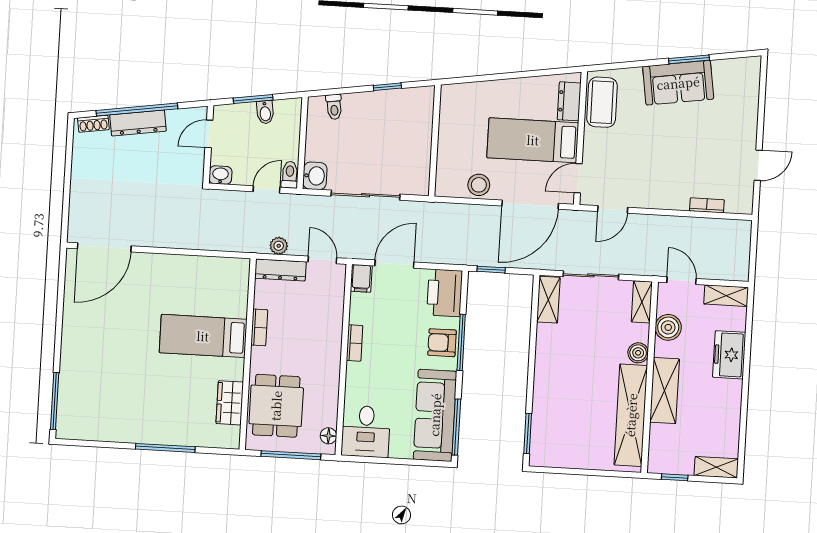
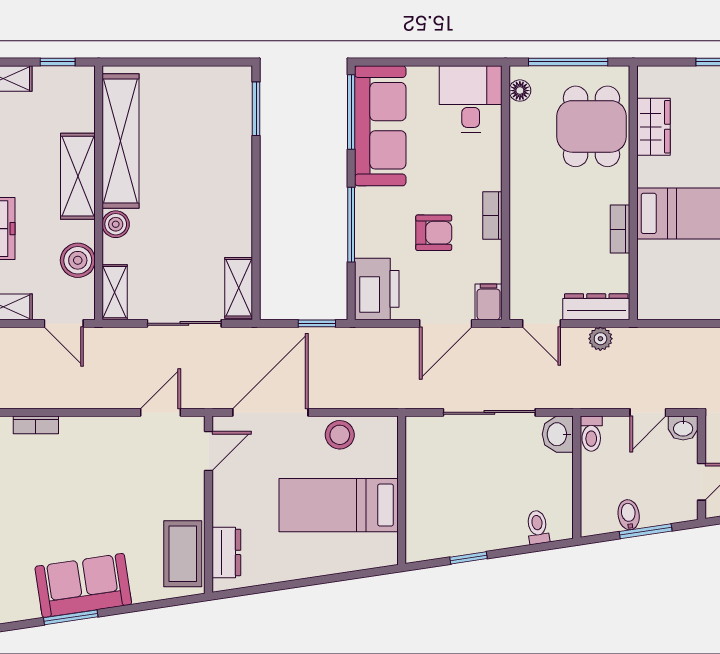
bed: (533, 140) -> (339, 505), moved, turned 180
door: (266, 189) -> (648, 412), moved
armchair: (442, 343) -> (434, 233), moved

